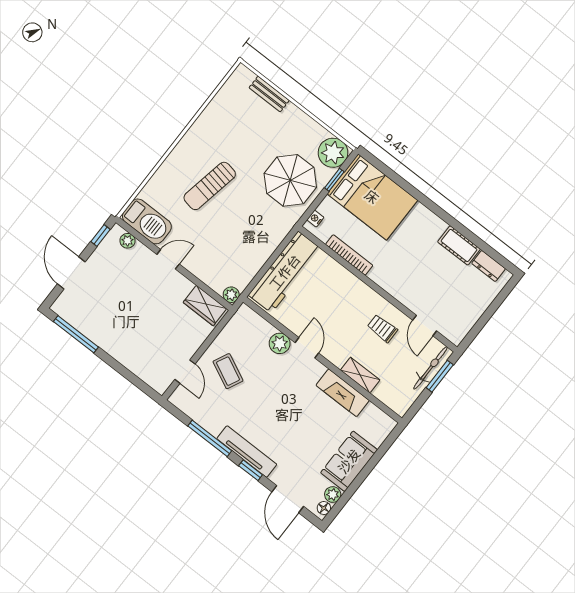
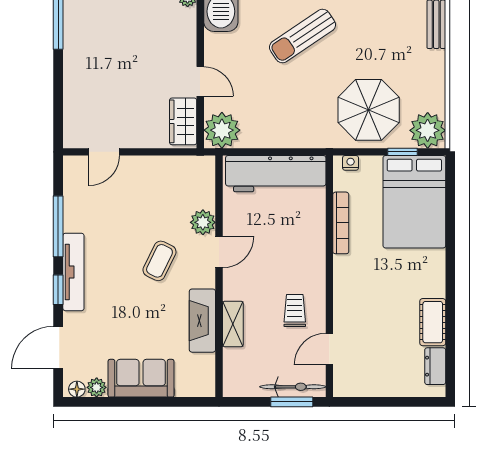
sun lounger: (210, 186) -> (303, 36), turned -45
door: (168, 259) -> (200, 81), moved
plant: (231, 295) -> (222, 130), width x1.88, depth x1.88
coffee table: (228, 371) -> (159, 261), moved

